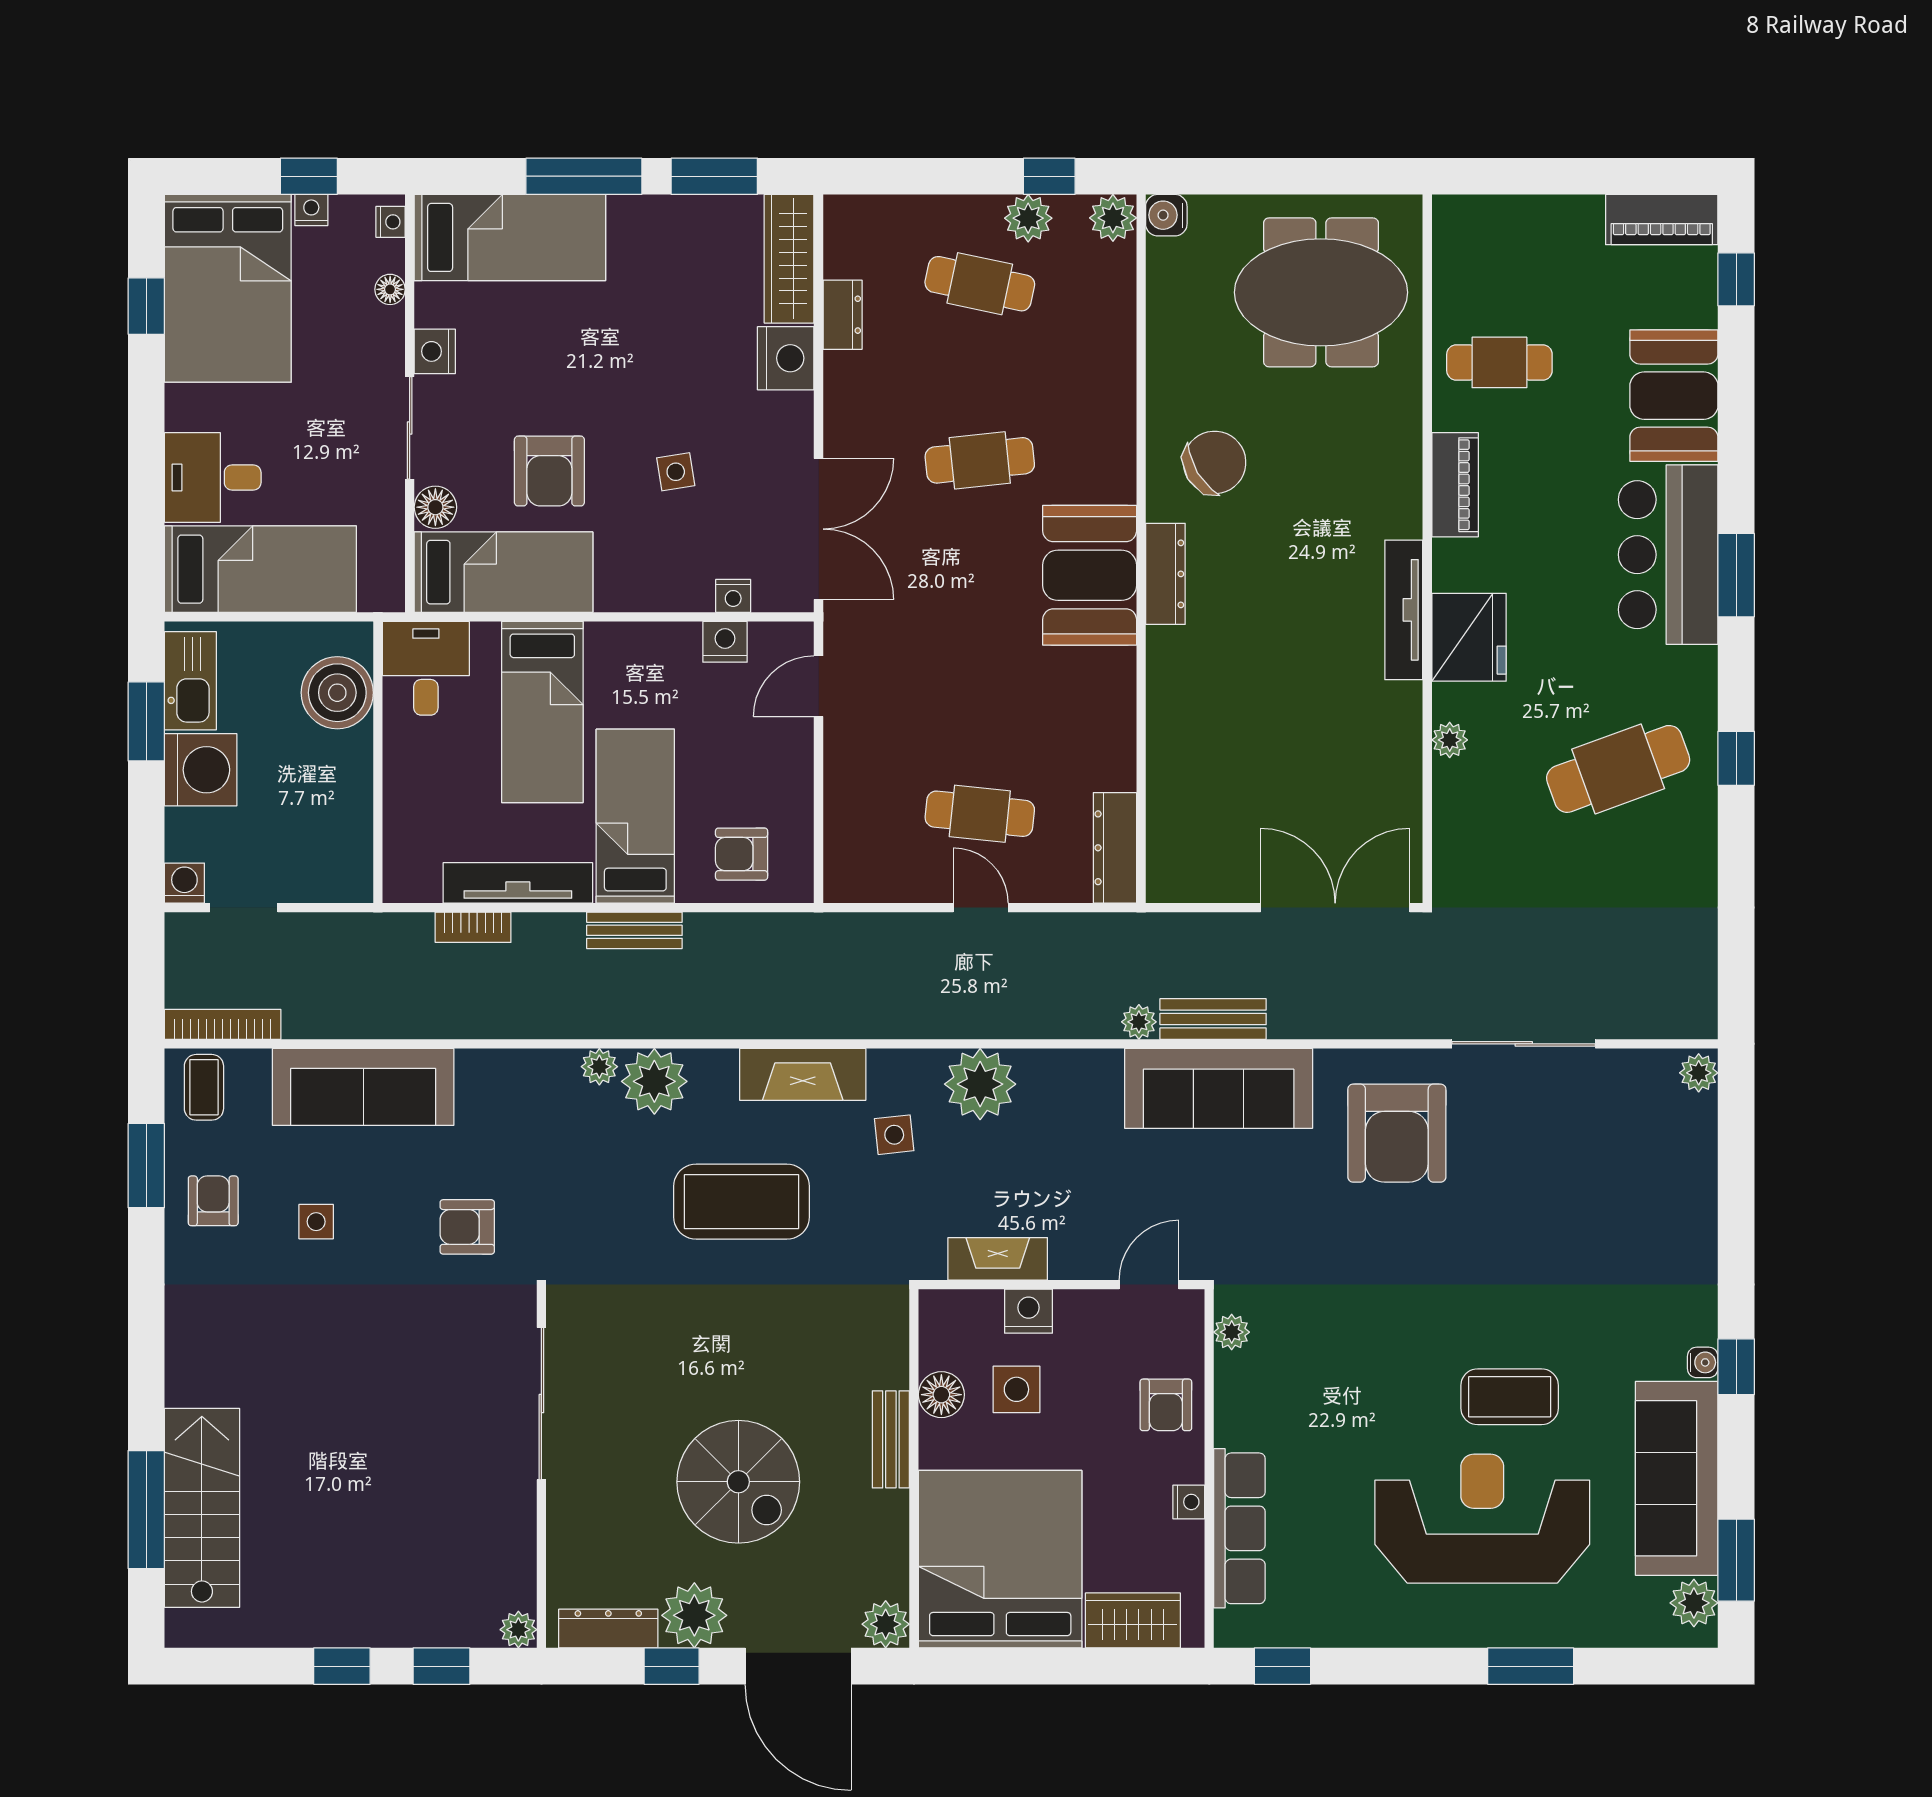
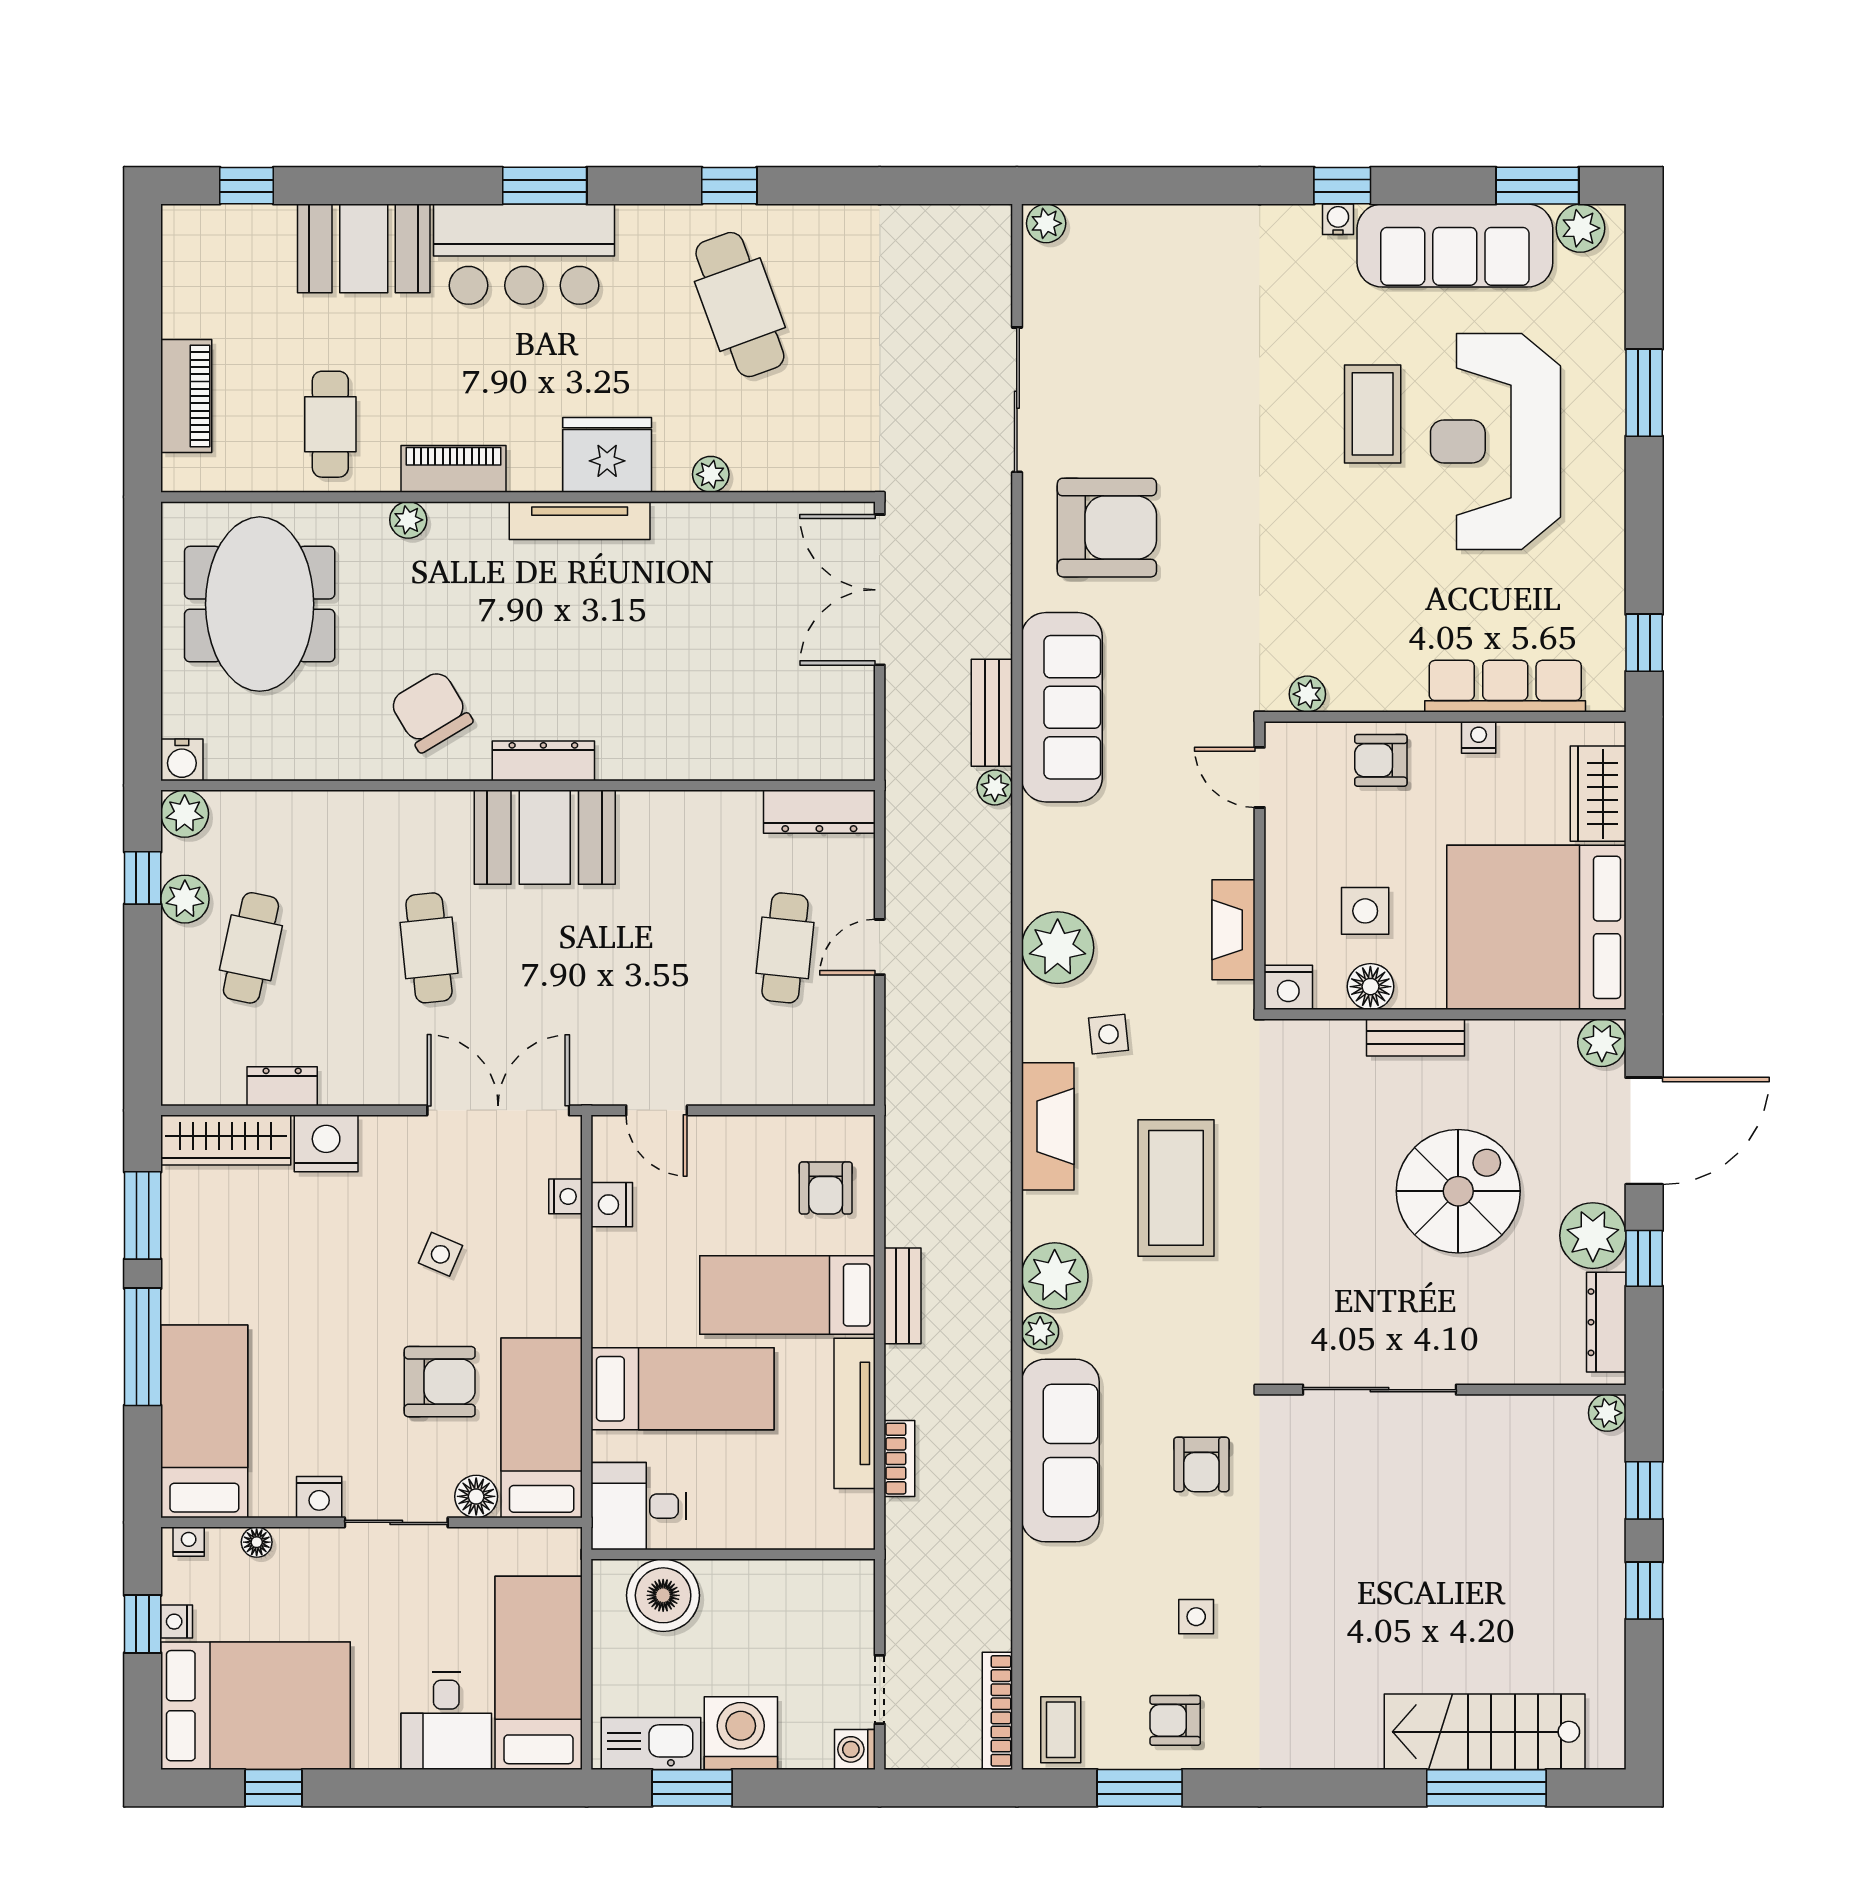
piano: (1662, 220) -> (186, 396), moved
plant: (1404, 440) -> (408, 520), added
side table: (676, 472) -> (440, 1254), turned 32
coffee table: (204, 1087) -> (1061, 1730), turned 90
sofa: (363, 1087) -> (1060, 1450), moved
nightstand: (1028, 1311) -> (1288, 987), moved, turned -90
armchair: (1166, 1405) -> (1381, 760), turned 180

